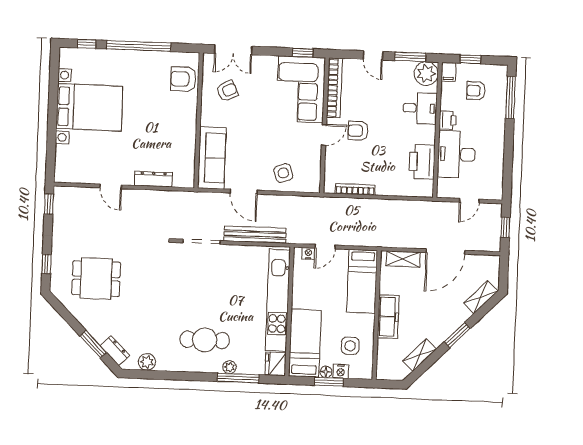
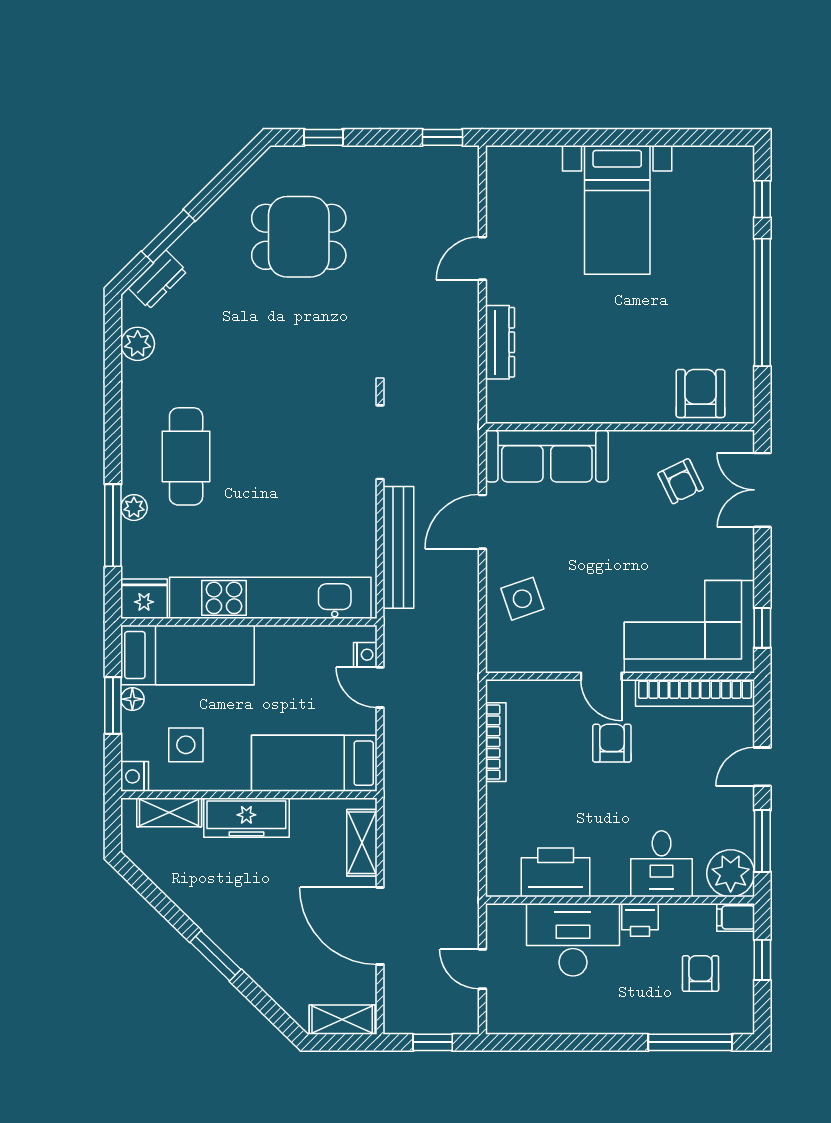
bed with nightstands: (89, 107) -> (617, 210), width x0.73
dining table: (96, 278) -> (299, 237), turned 90
shelving: (481, 297) -> (342, 1020), moved, turned -44
shelving: (420, 355) -> (169, 812), moved, turned -44
nightstand: (341, 371) -> (135, 776), moved

